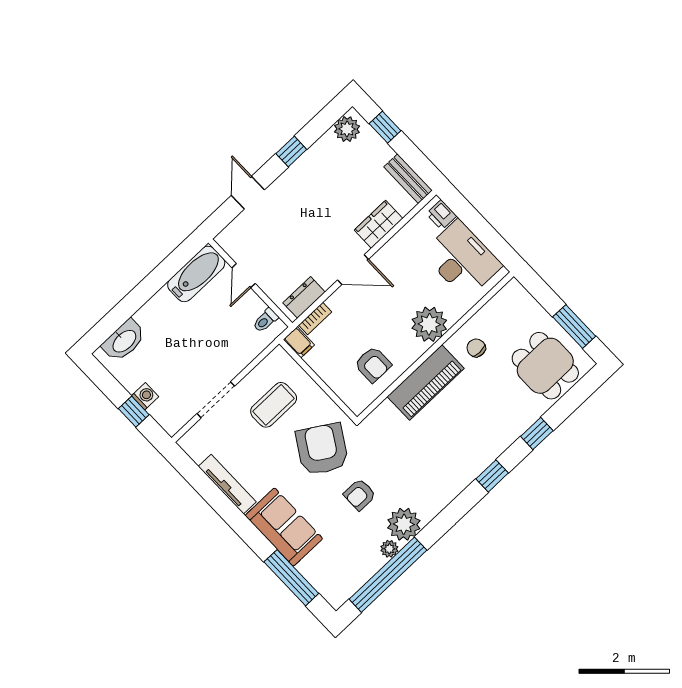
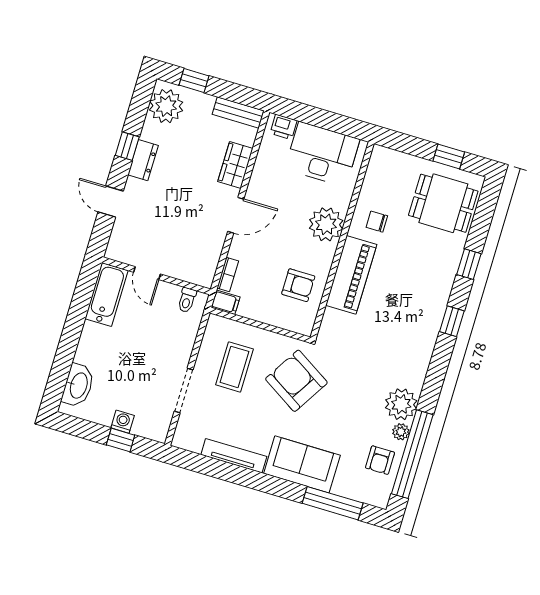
plant: (347, 129) -> (166, 106), width x1.36, depth x1.36
dresser: (304, 297) -> (143, 160), moved, turned 180
window: (574, 327) -> (449, 156), width x0.67
armchair: (360, 495) -> (380, 460), moved

